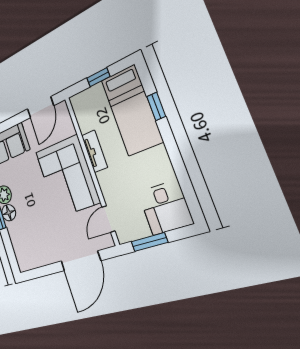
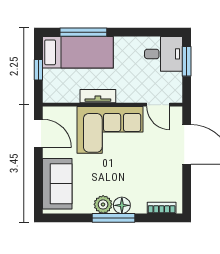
window: (156, 106) -> (83, 32), width x2.17
window: (149, 242) -> (187, 61), moved
bookcase: (18, 251) -> (162, 208), added

